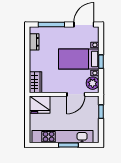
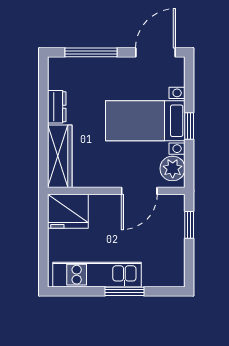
dresser: (34, 42) -> (57, 107), moved
wardrobe: (36, 82) -> (60, 156), width x1.50
kitchen unit: (63, 137) -> (97, 275), width x0.73

